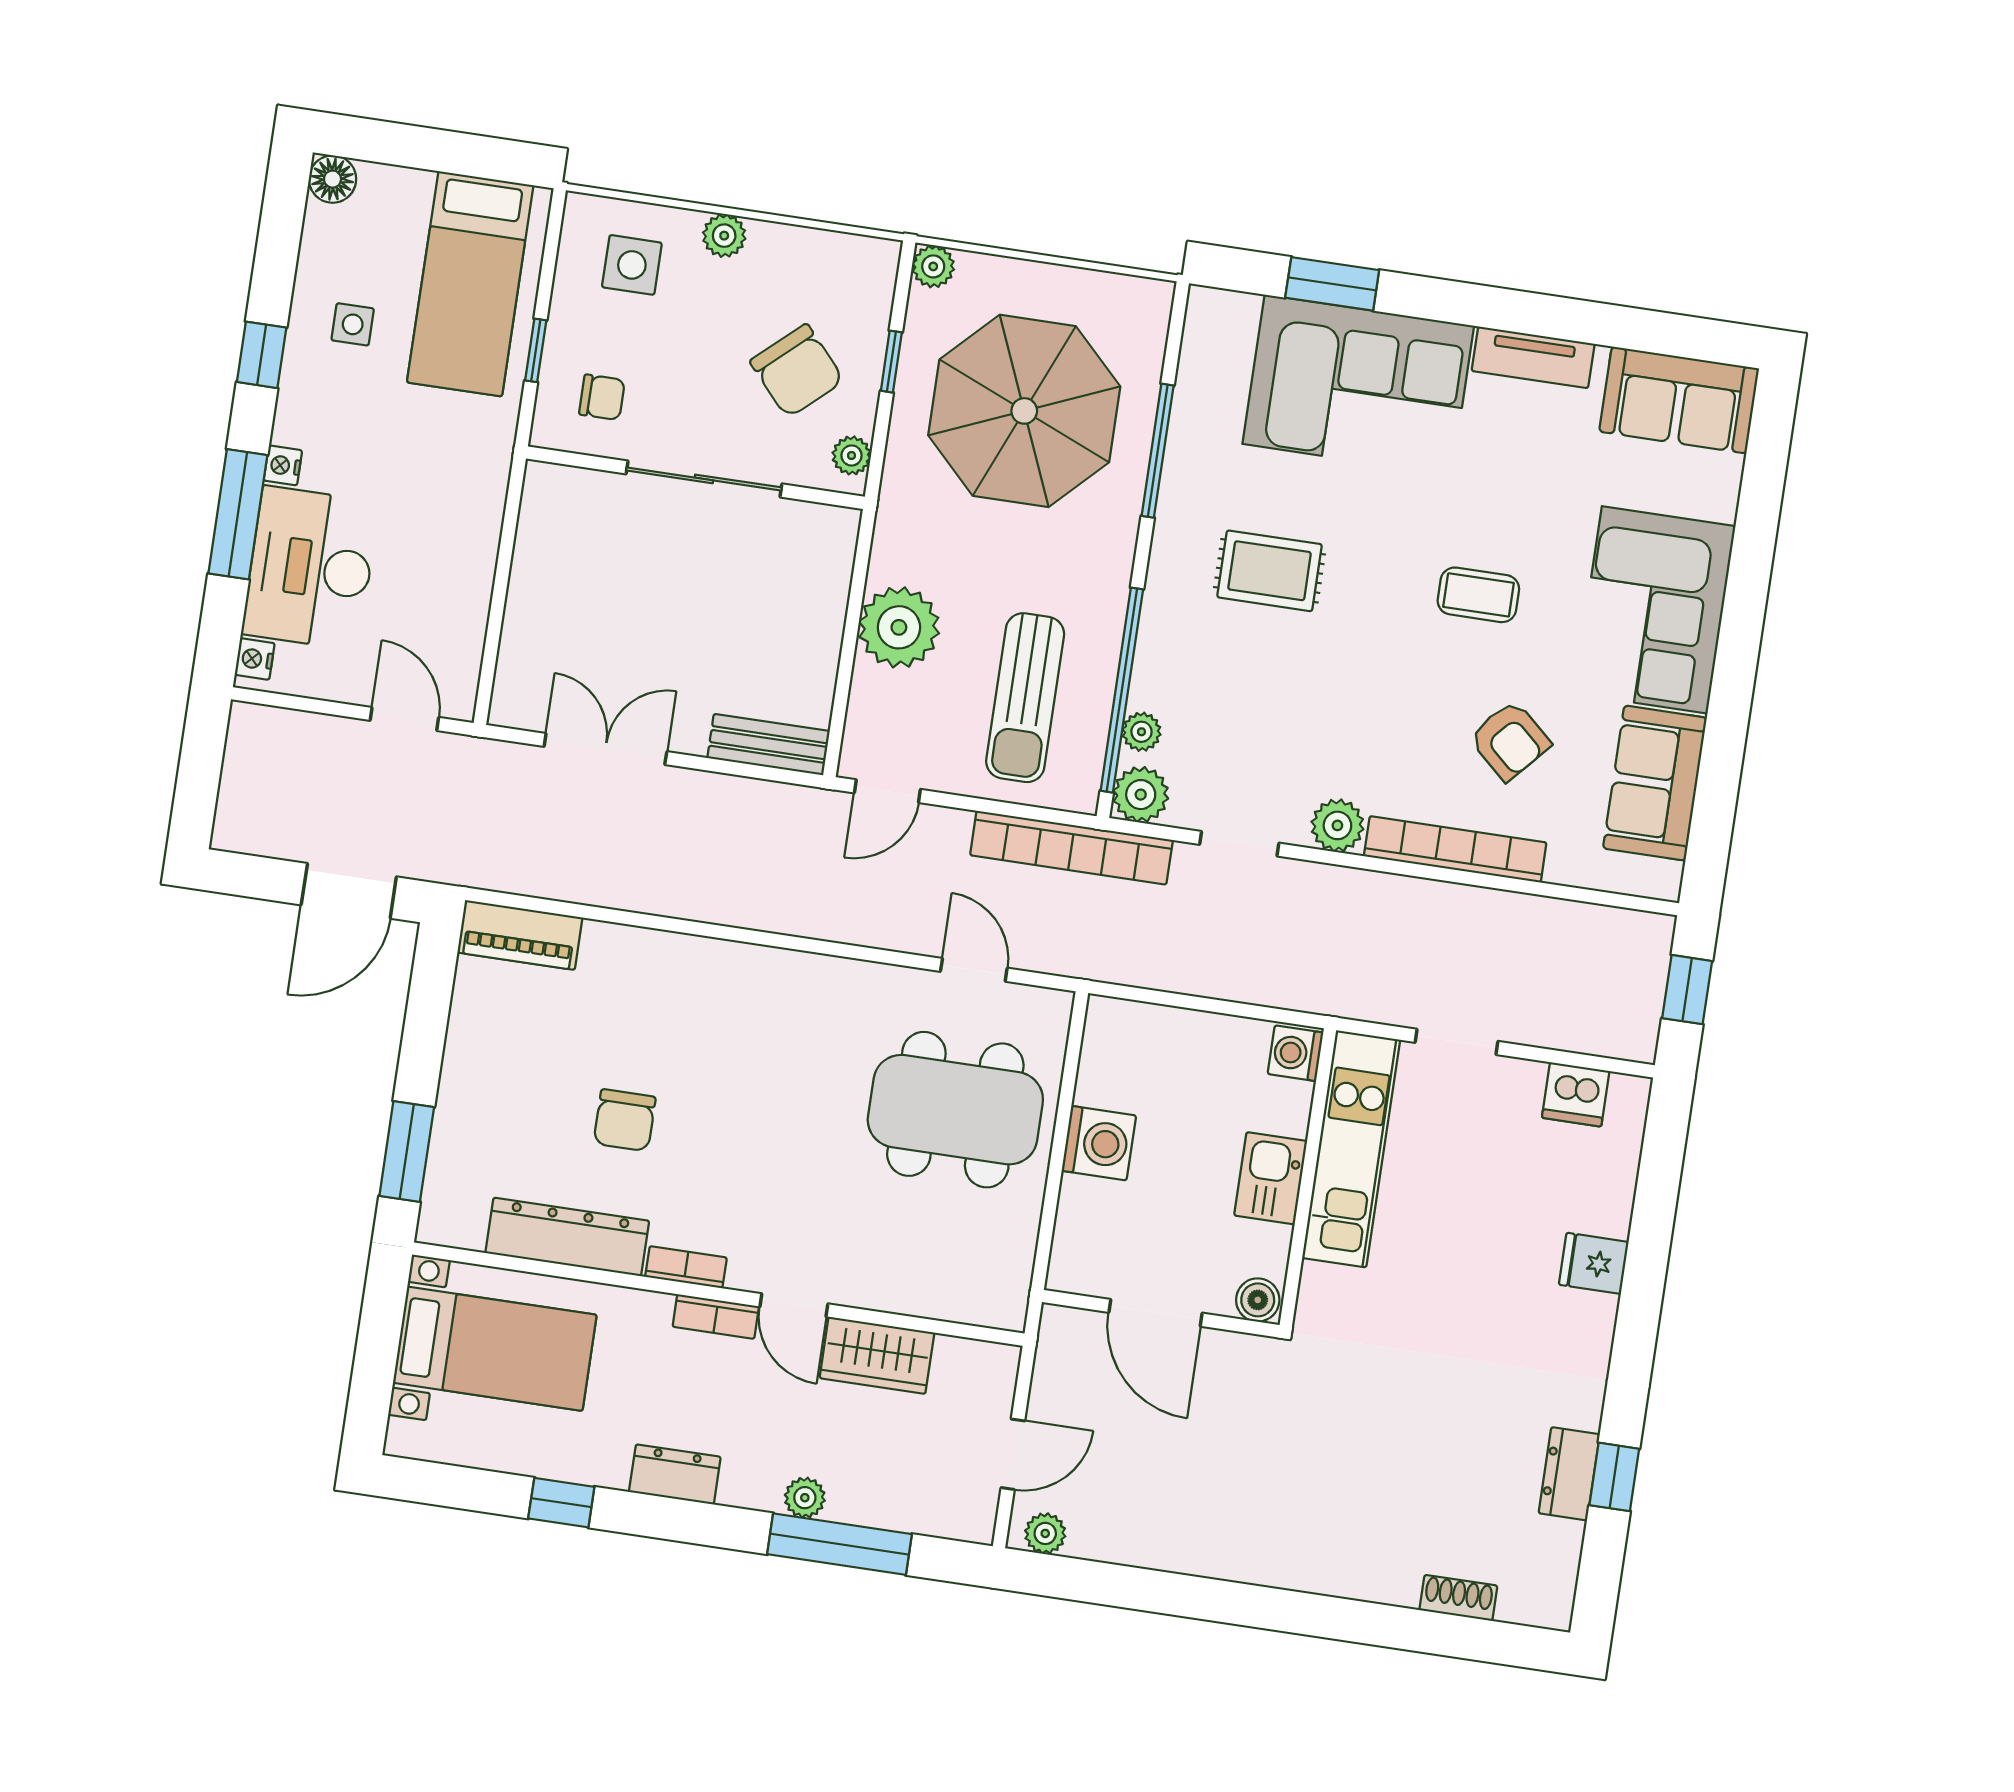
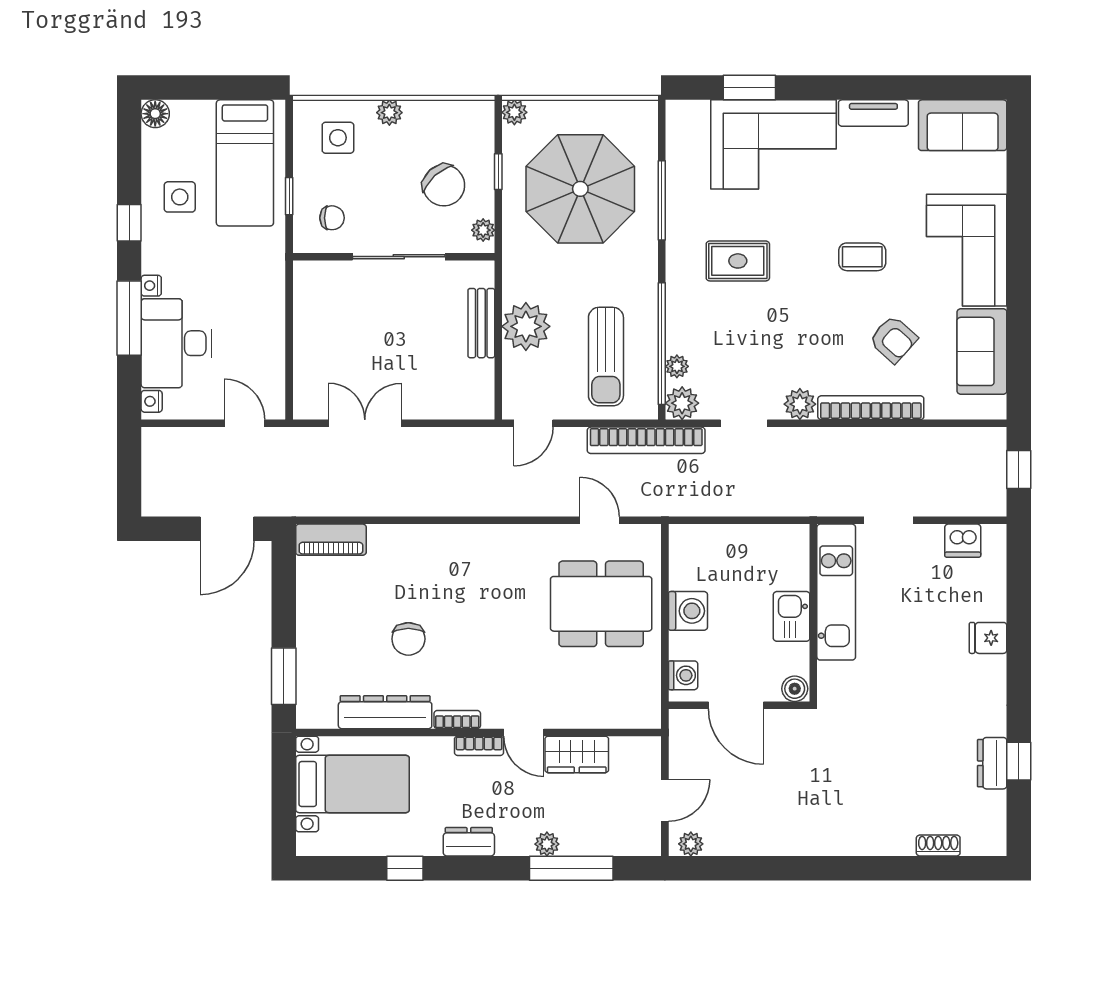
side table: (353, 324) -> (180, 197), width x1.37, depth x1.37
bench: (769, 745) -> (481, 323), moved, turned 90
washing machine: (1295, 1053) -> (683, 675), moved, turned 180

